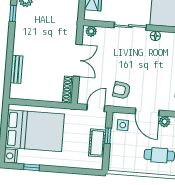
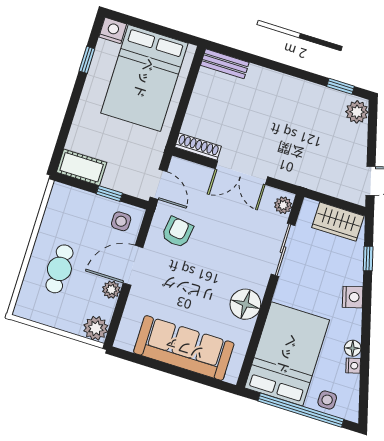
sliding door: (130, 26) -> (283, 250), moved
floor lamp: (155, 36) -> (245, 304), width x1.89, depth x1.89
bench: (17, 69) -> (225, 64), moved
cot: (97, 143) -> (82, 167), moved

